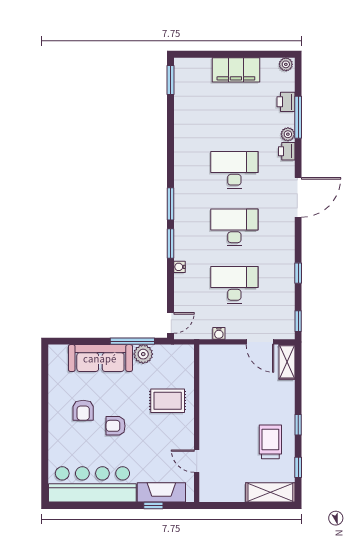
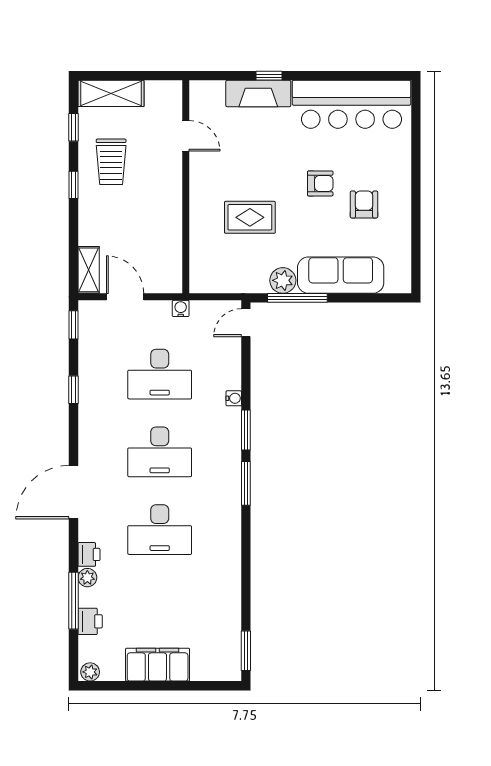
wall: (197, 423) -> (186, 187), moved
door: (197, 461) -> (186, 136), moved

